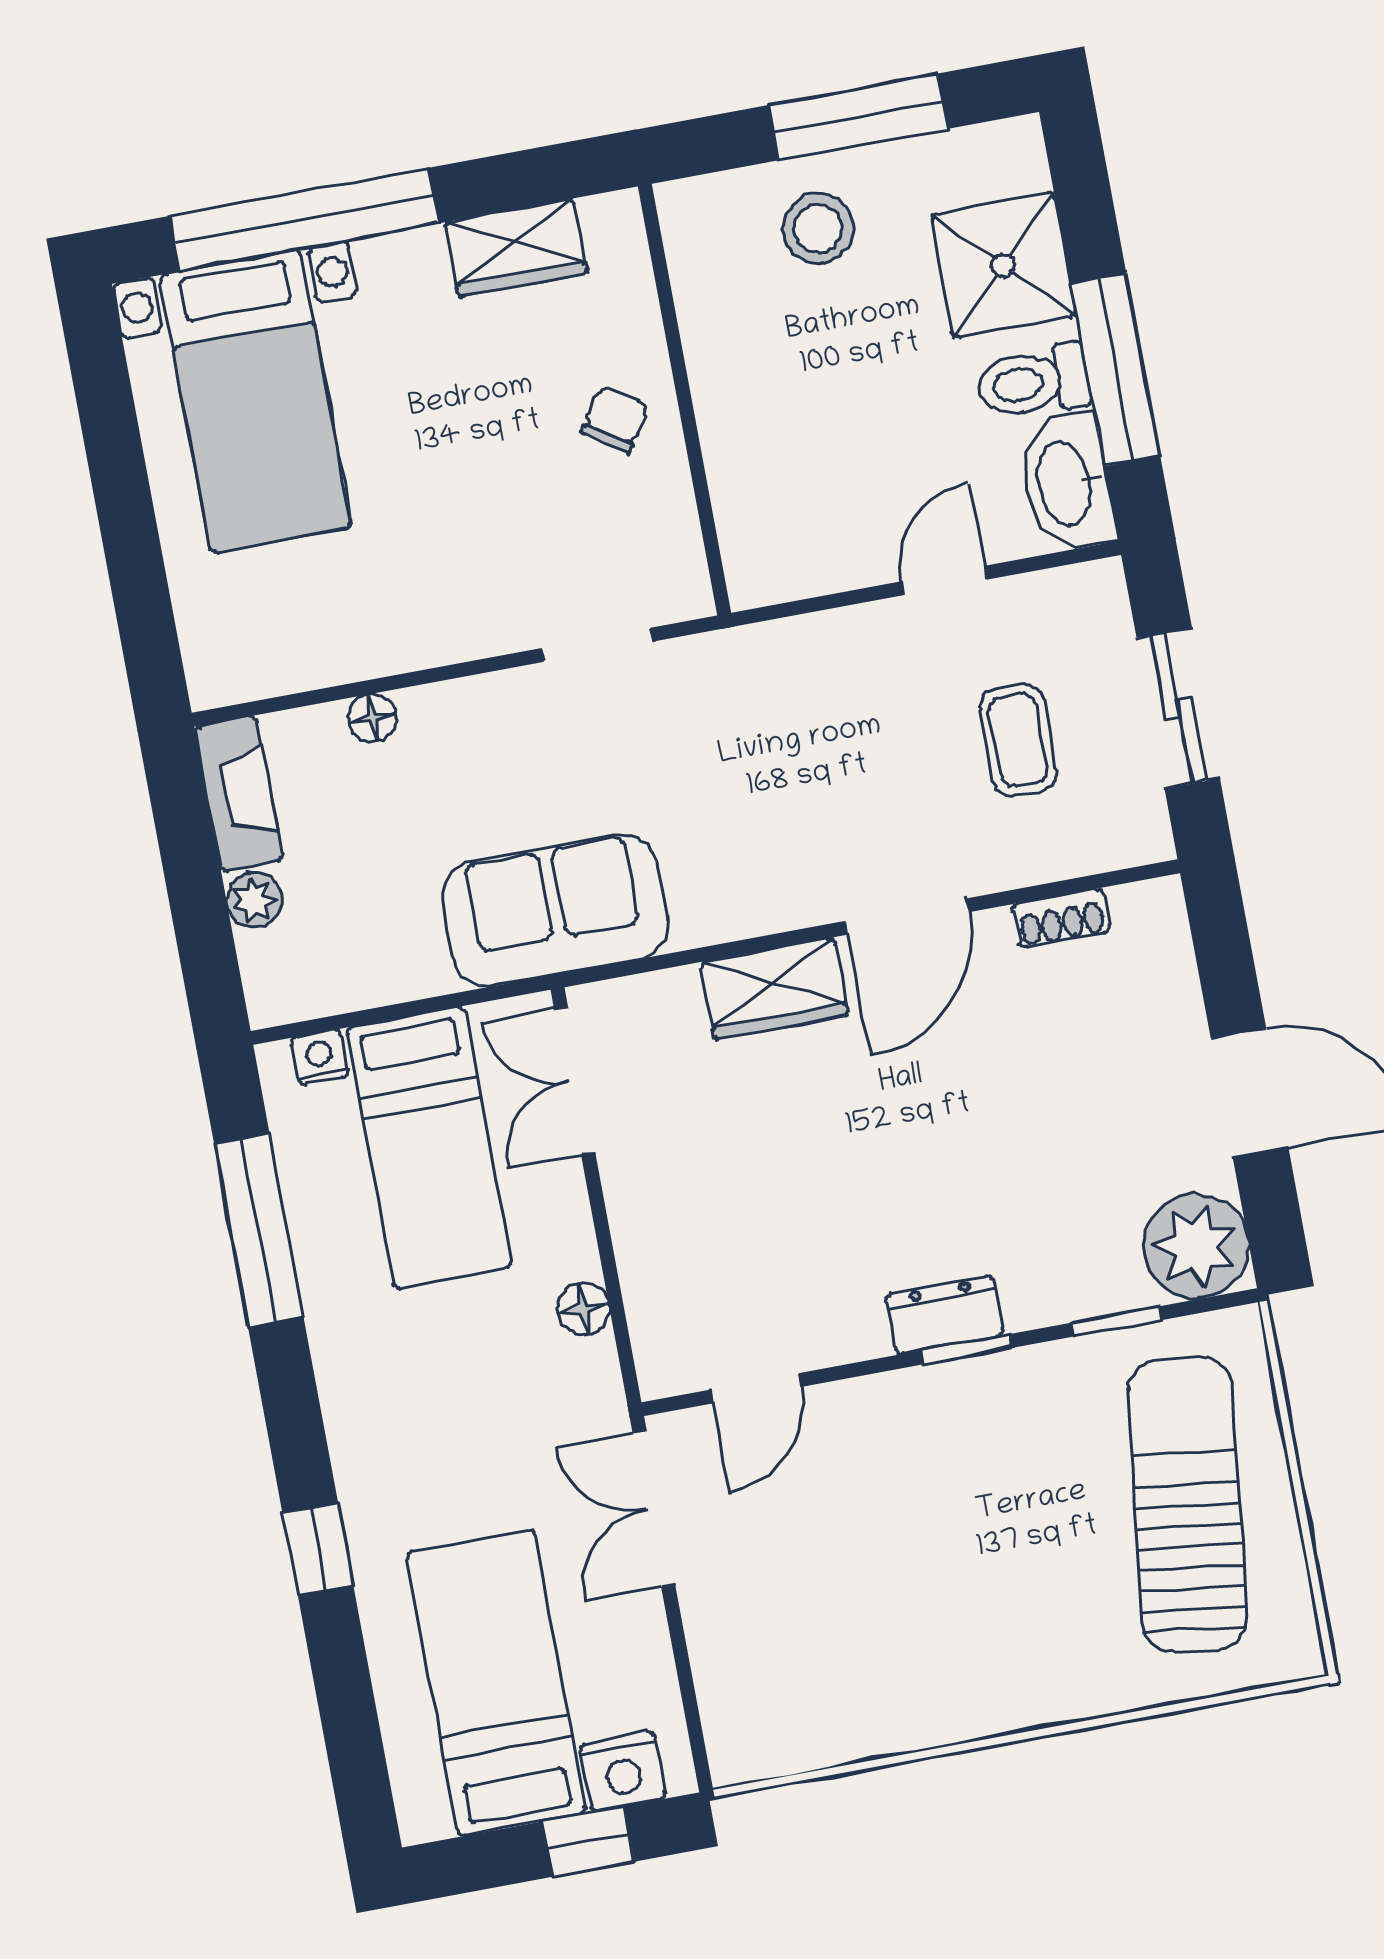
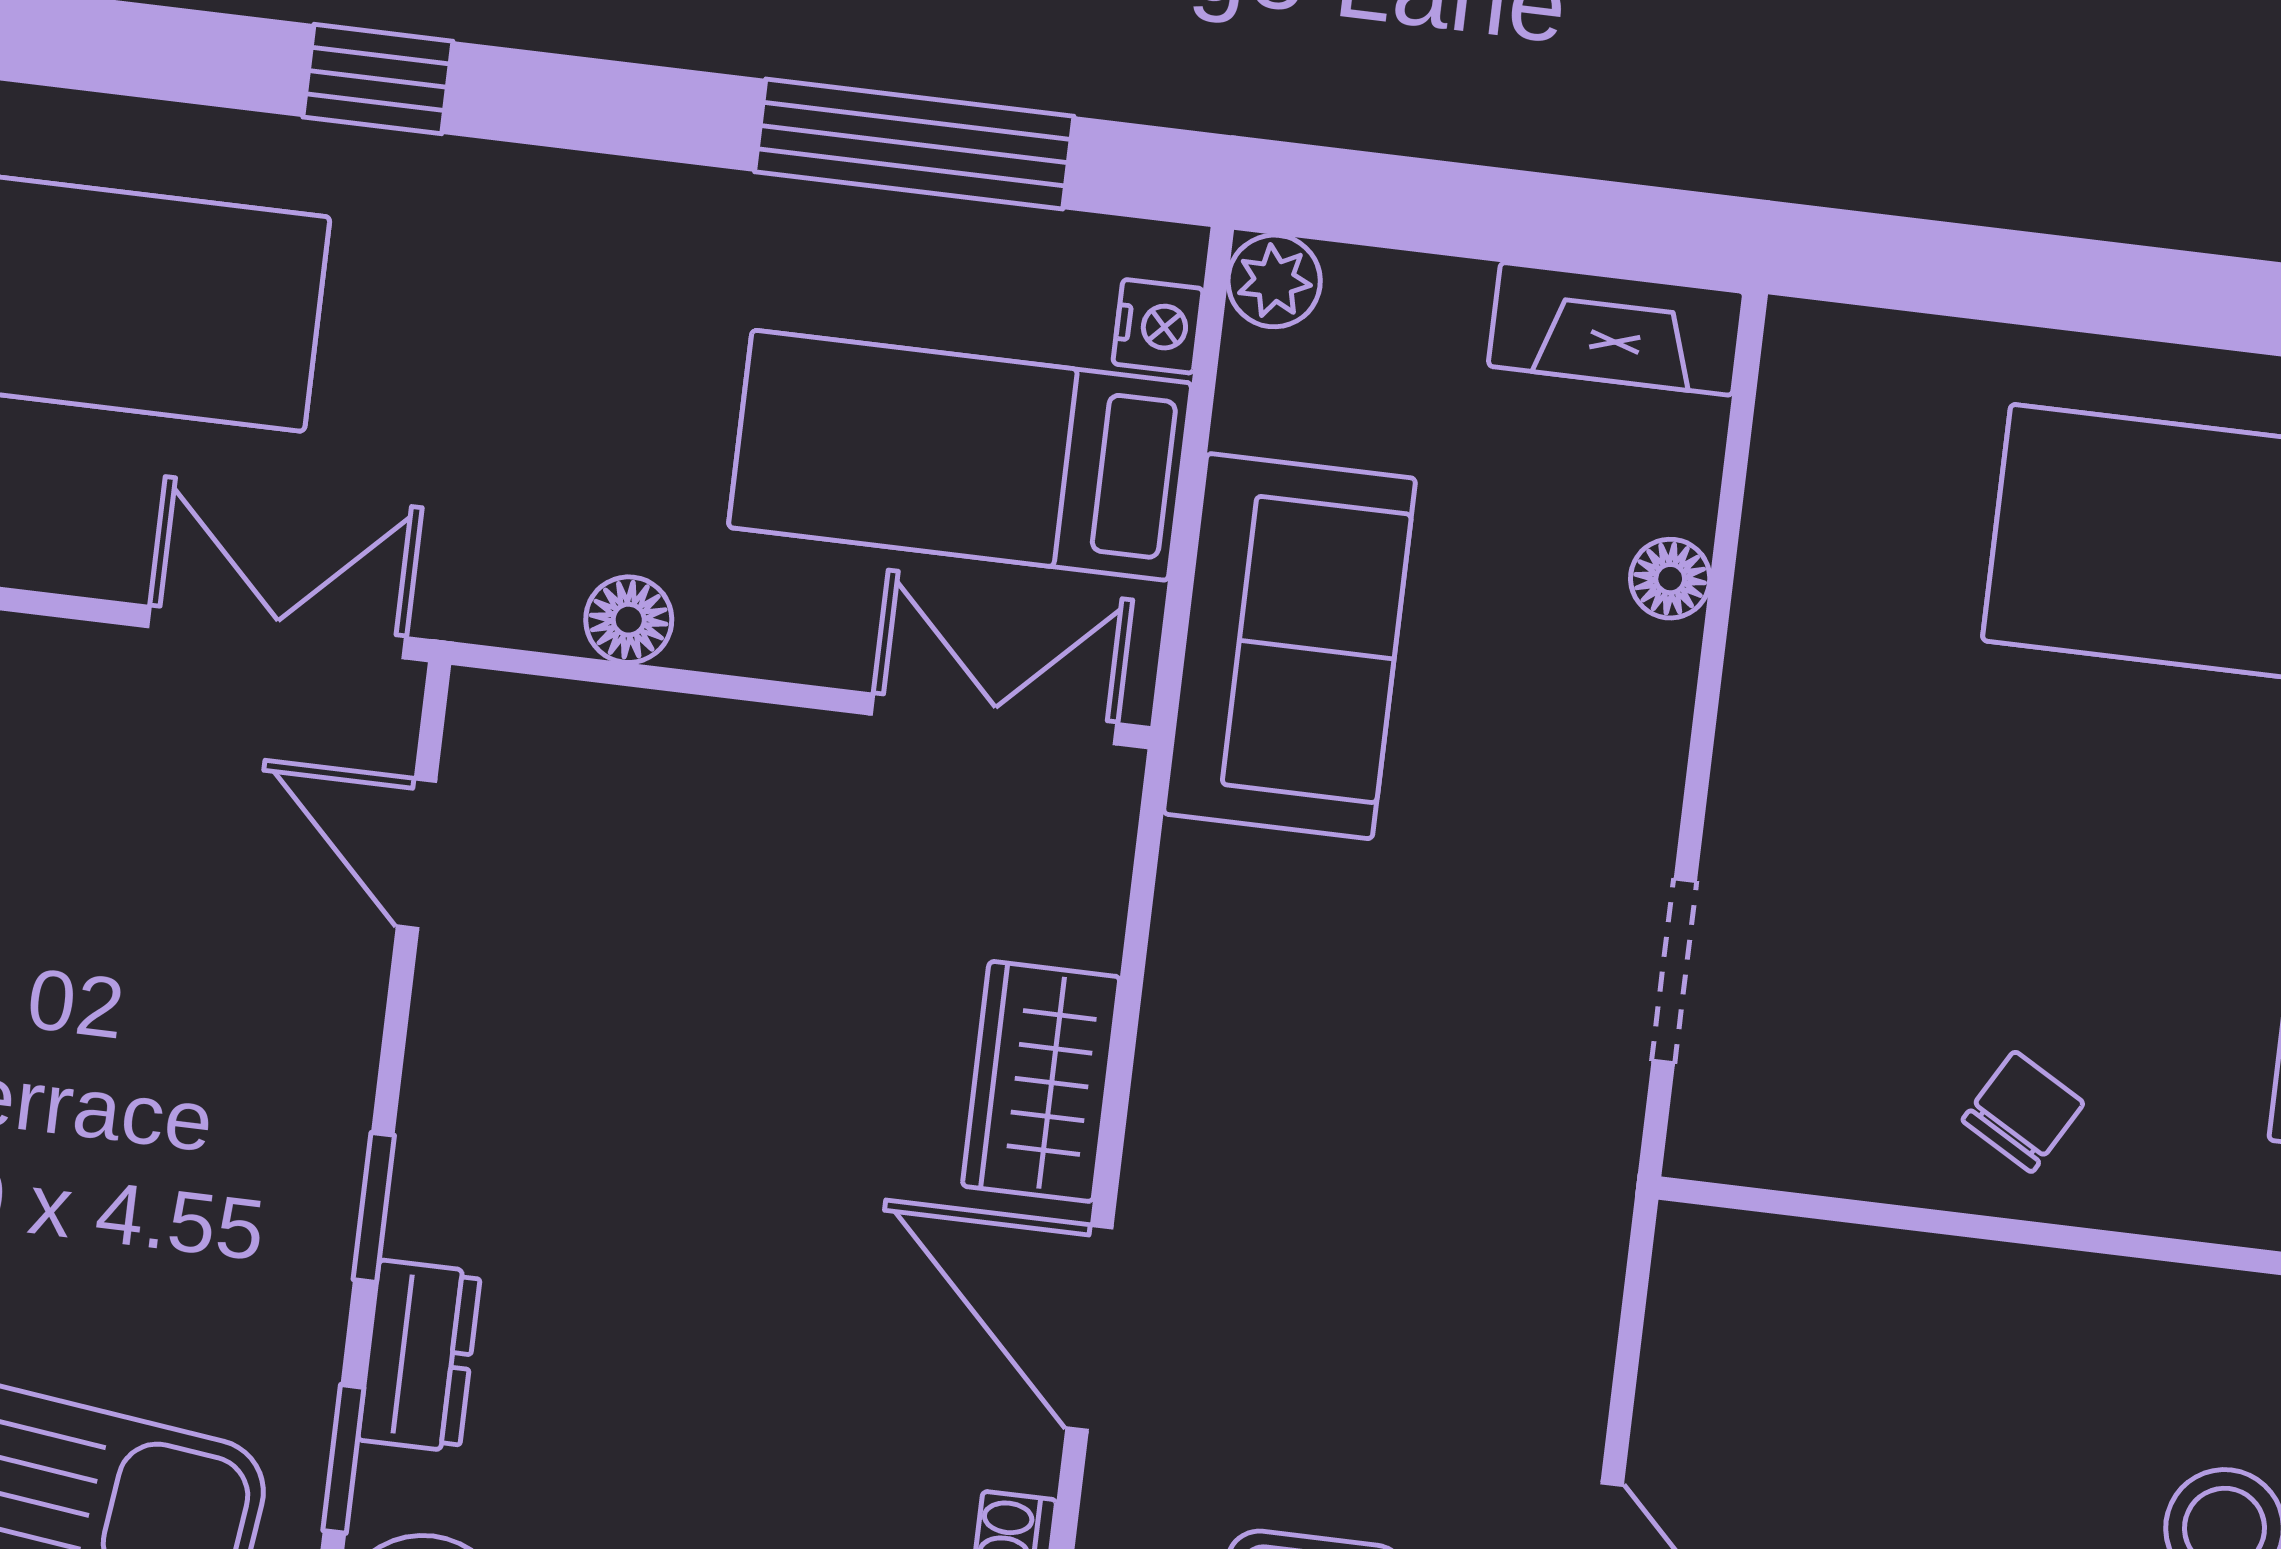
chair: (615, 419) -> (2023, 1112), turned -93
plant: (254, 900) -> (1274, 281), moved
sofa: (555, 910) -> (1290, 646), moved
dresser: (944, 1315) -> (419, 1356), moved

